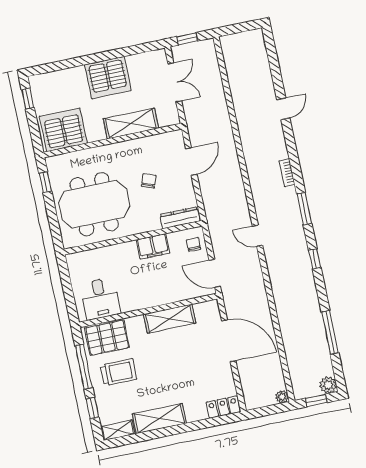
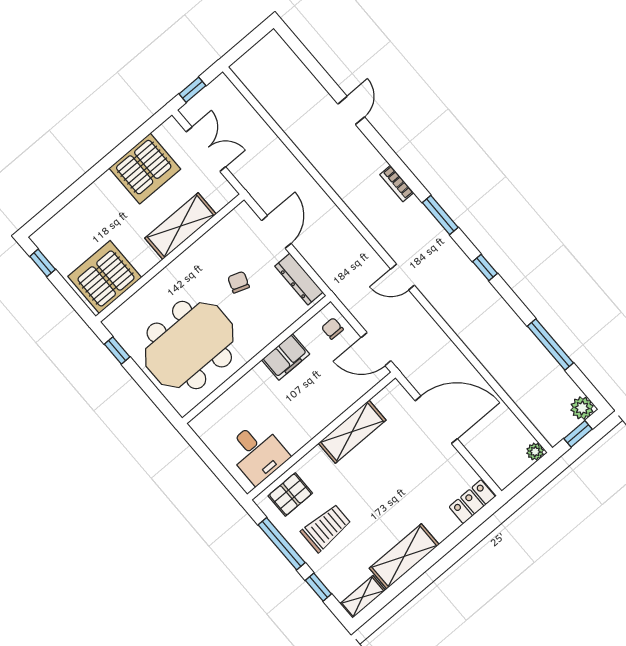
server rack: (108, 78) -> (145, 169), moved
dresser: (180, 218) -> (299, 279), moved, turned -90
pallet: (107, 338) -> (290, 494), width x0.67, depth x0.71

